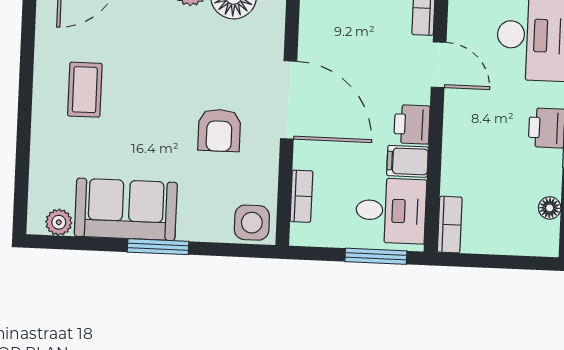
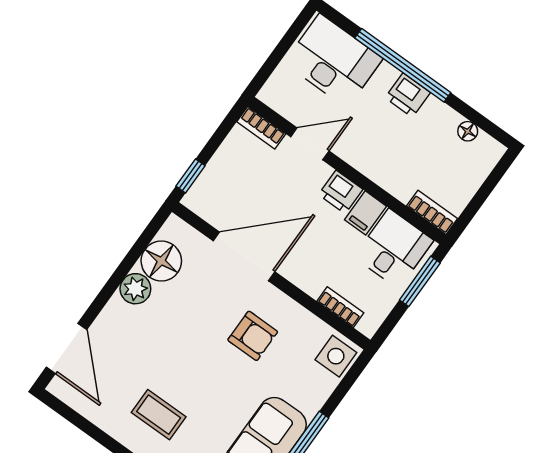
door: (289, 100) -> (244, 256), moved

